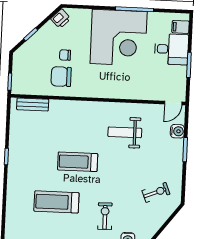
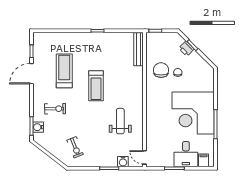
printer: (61, 19) -> (186, 49), moved
bench: (33, 104) -> (139, 49), width x1.36
treadmill: (78, 162) -> (96, 86), turned 180

